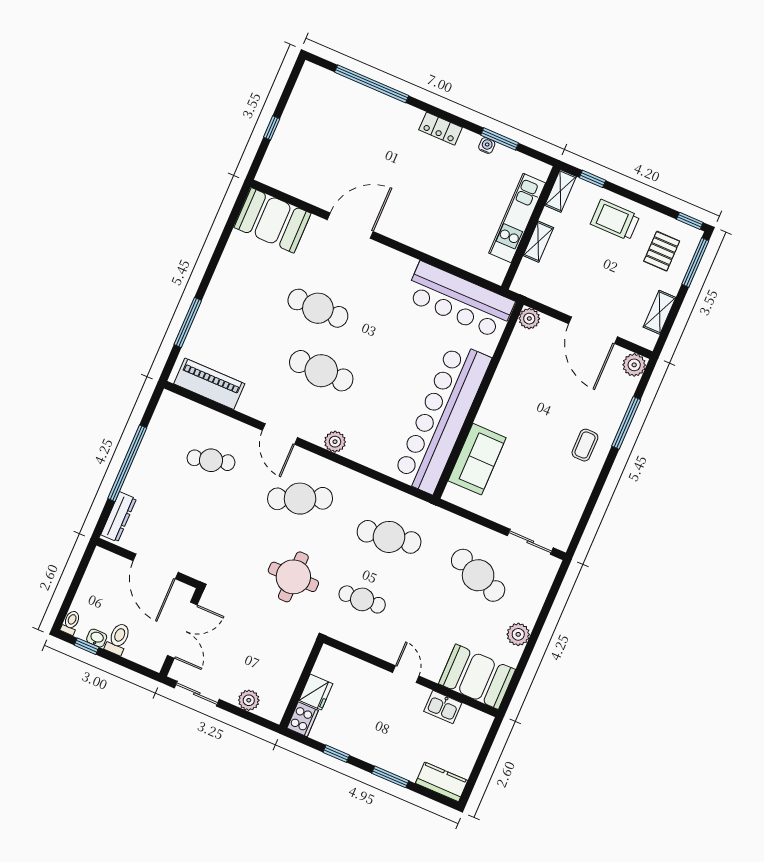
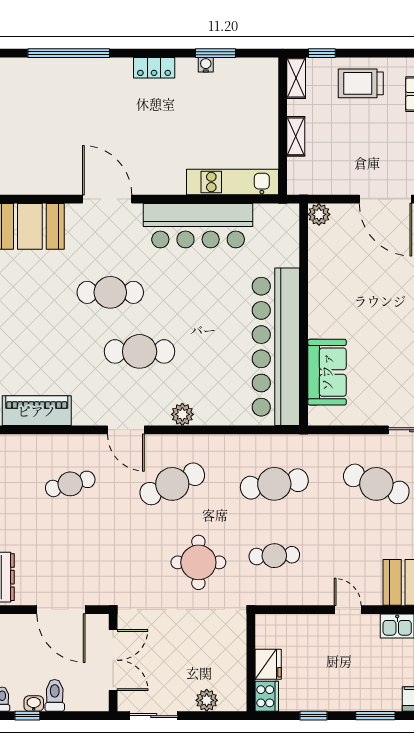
kitchen unit: (517, 218) -> (232, 182), moved, turned 90
door: (350, 226) -> (107, 199), hinge flipped
bar counter: (460, 300) -> (198, 226), moved

